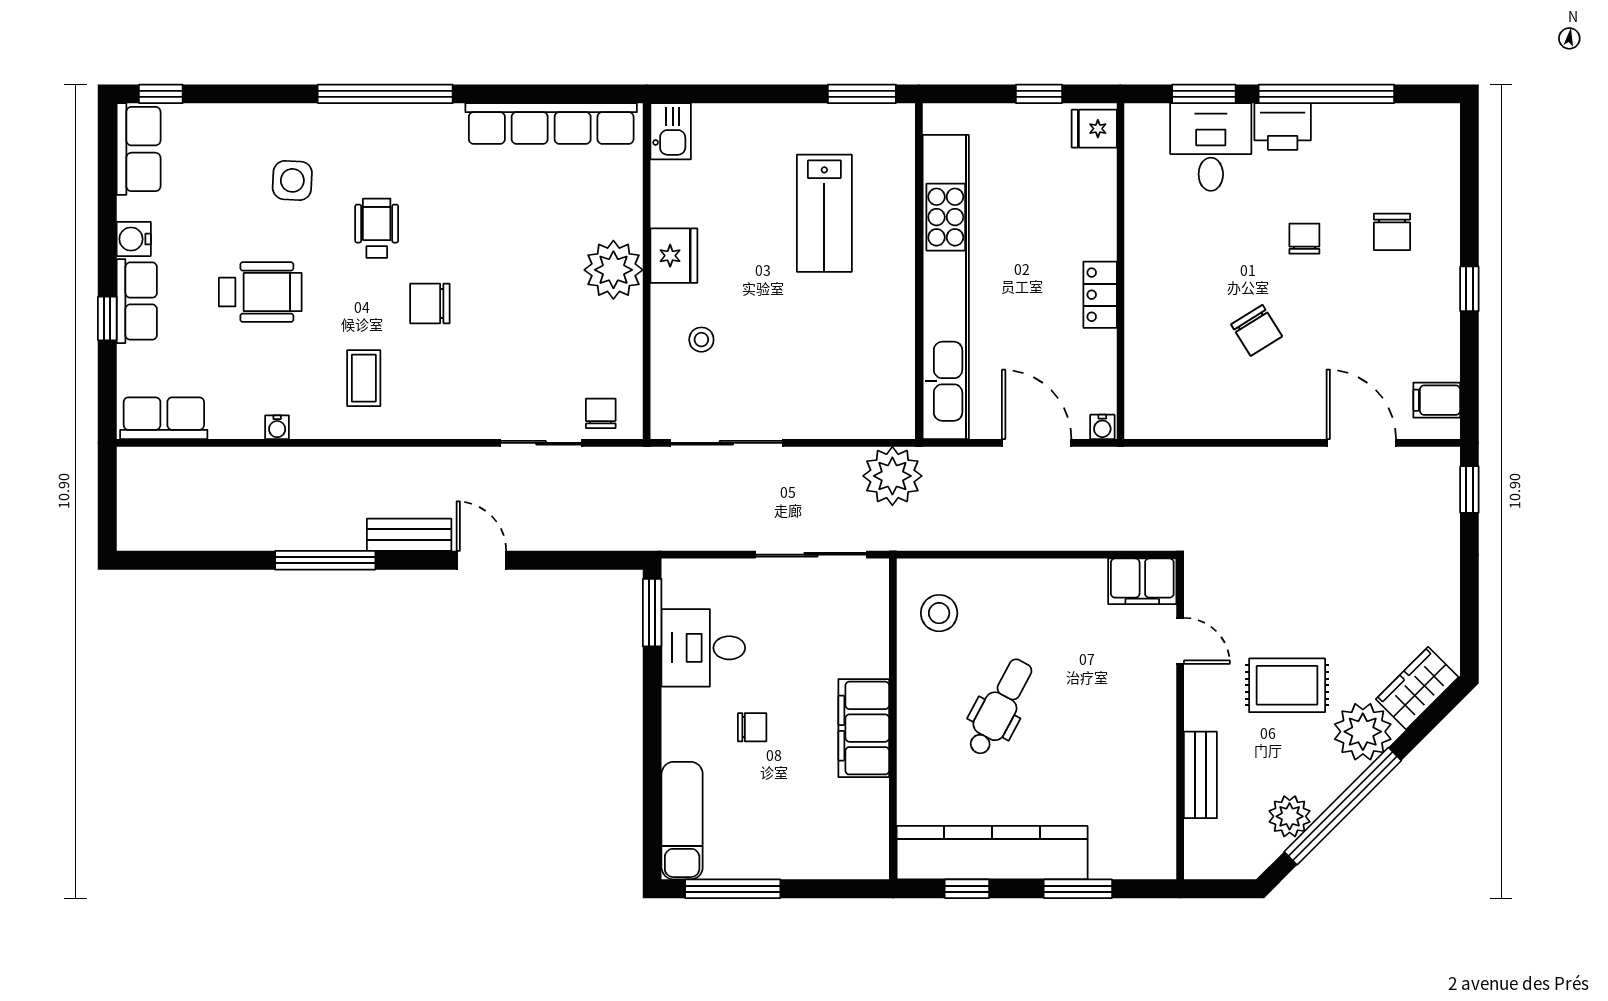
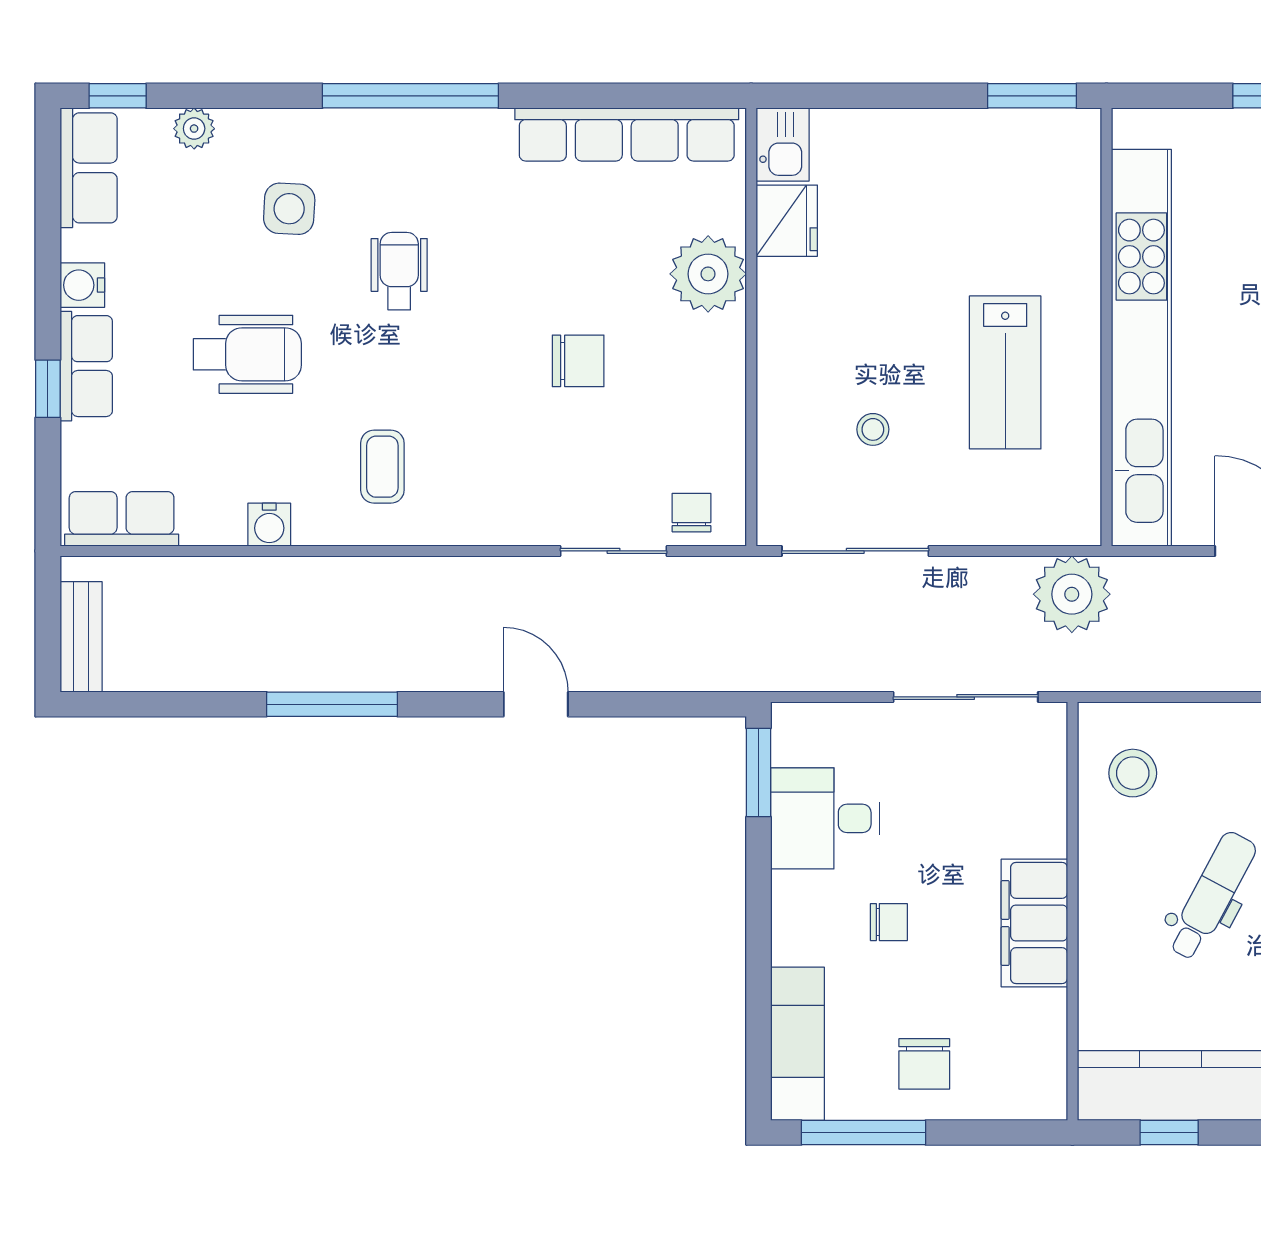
plant: (219, 119) -> (194, 129), added
lab bench: (824, 213) -> (1005, 372), moved
fridge: (674, 256) -> (787, 221), moved
plant: (613, 270) -> (708, 274), moved
chair: (430, 303) -> (578, 361), moved, turned 180
stool: (701, 340) -> (873, 429), moved
water cooler: (277, 427) -> (269, 525), width x1.38, depth x1.38
bench: (409, 535) -> (81, 637), moved, turned 90
chair: (779, 836) -> (924, 1064), added

